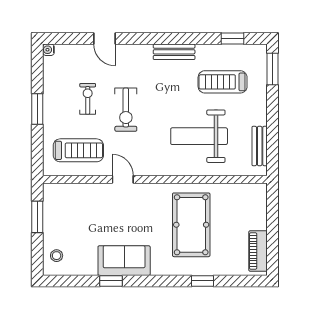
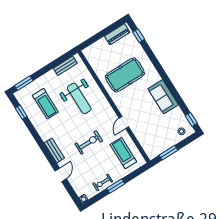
bench: (174, 52) -> (54, 151), moved
exercise bike: (88, 99) -> (103, 183), moved
window: (111, 281) -> (191, 119), moved
window: (203, 281) -> (139, 36), moved

